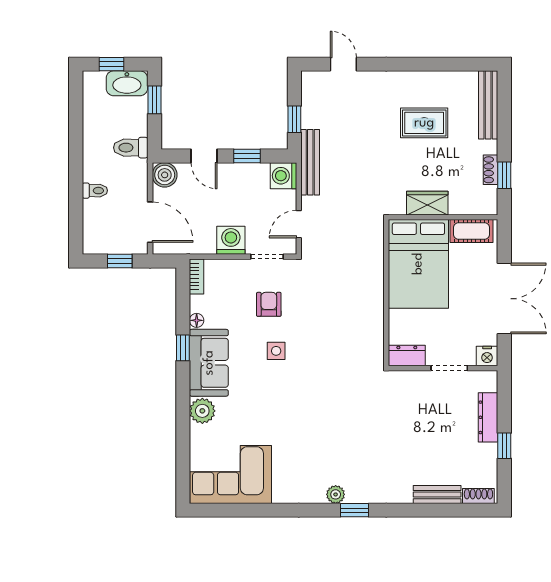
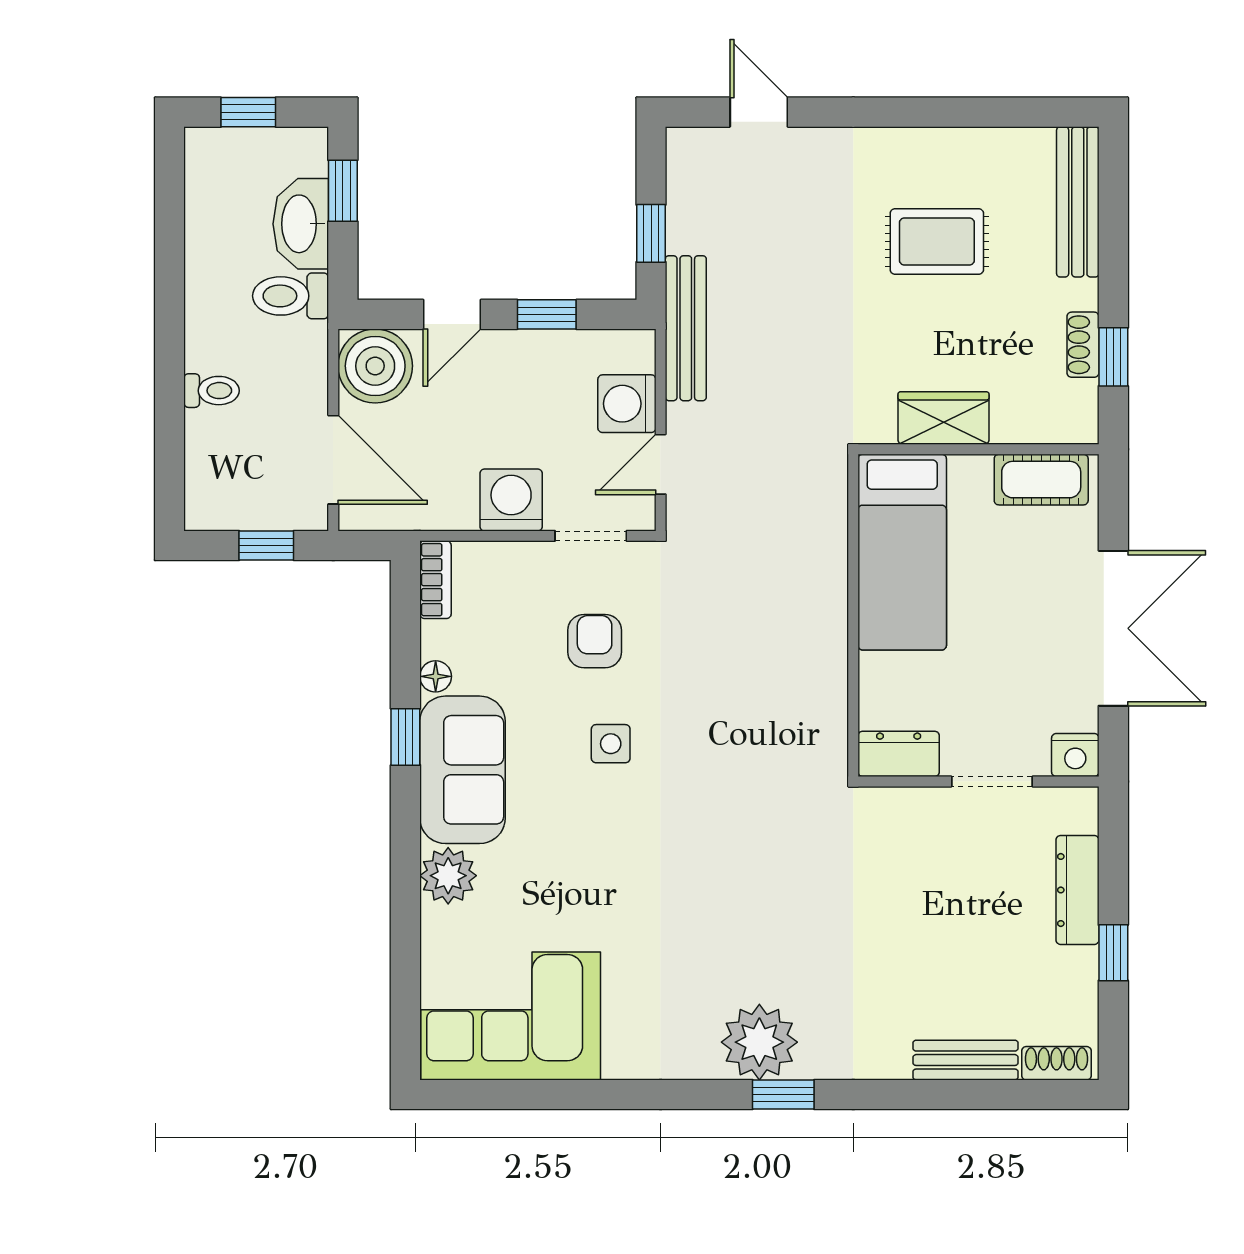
washbasin: (127, 83) -> (301, 224), moved, turned 90
door: (204, 156) -> (452, 314), hinge flipped
boiler: (165, 175) -> (375, 366), width x1.37, depth x1.37
washing machine: (283, 176) -> (627, 404), moved
bed: (418, 264) -> (902, 552), width x0.67
plant: (336, 494) -> (759, 1042), width x1.87, depth x1.87

